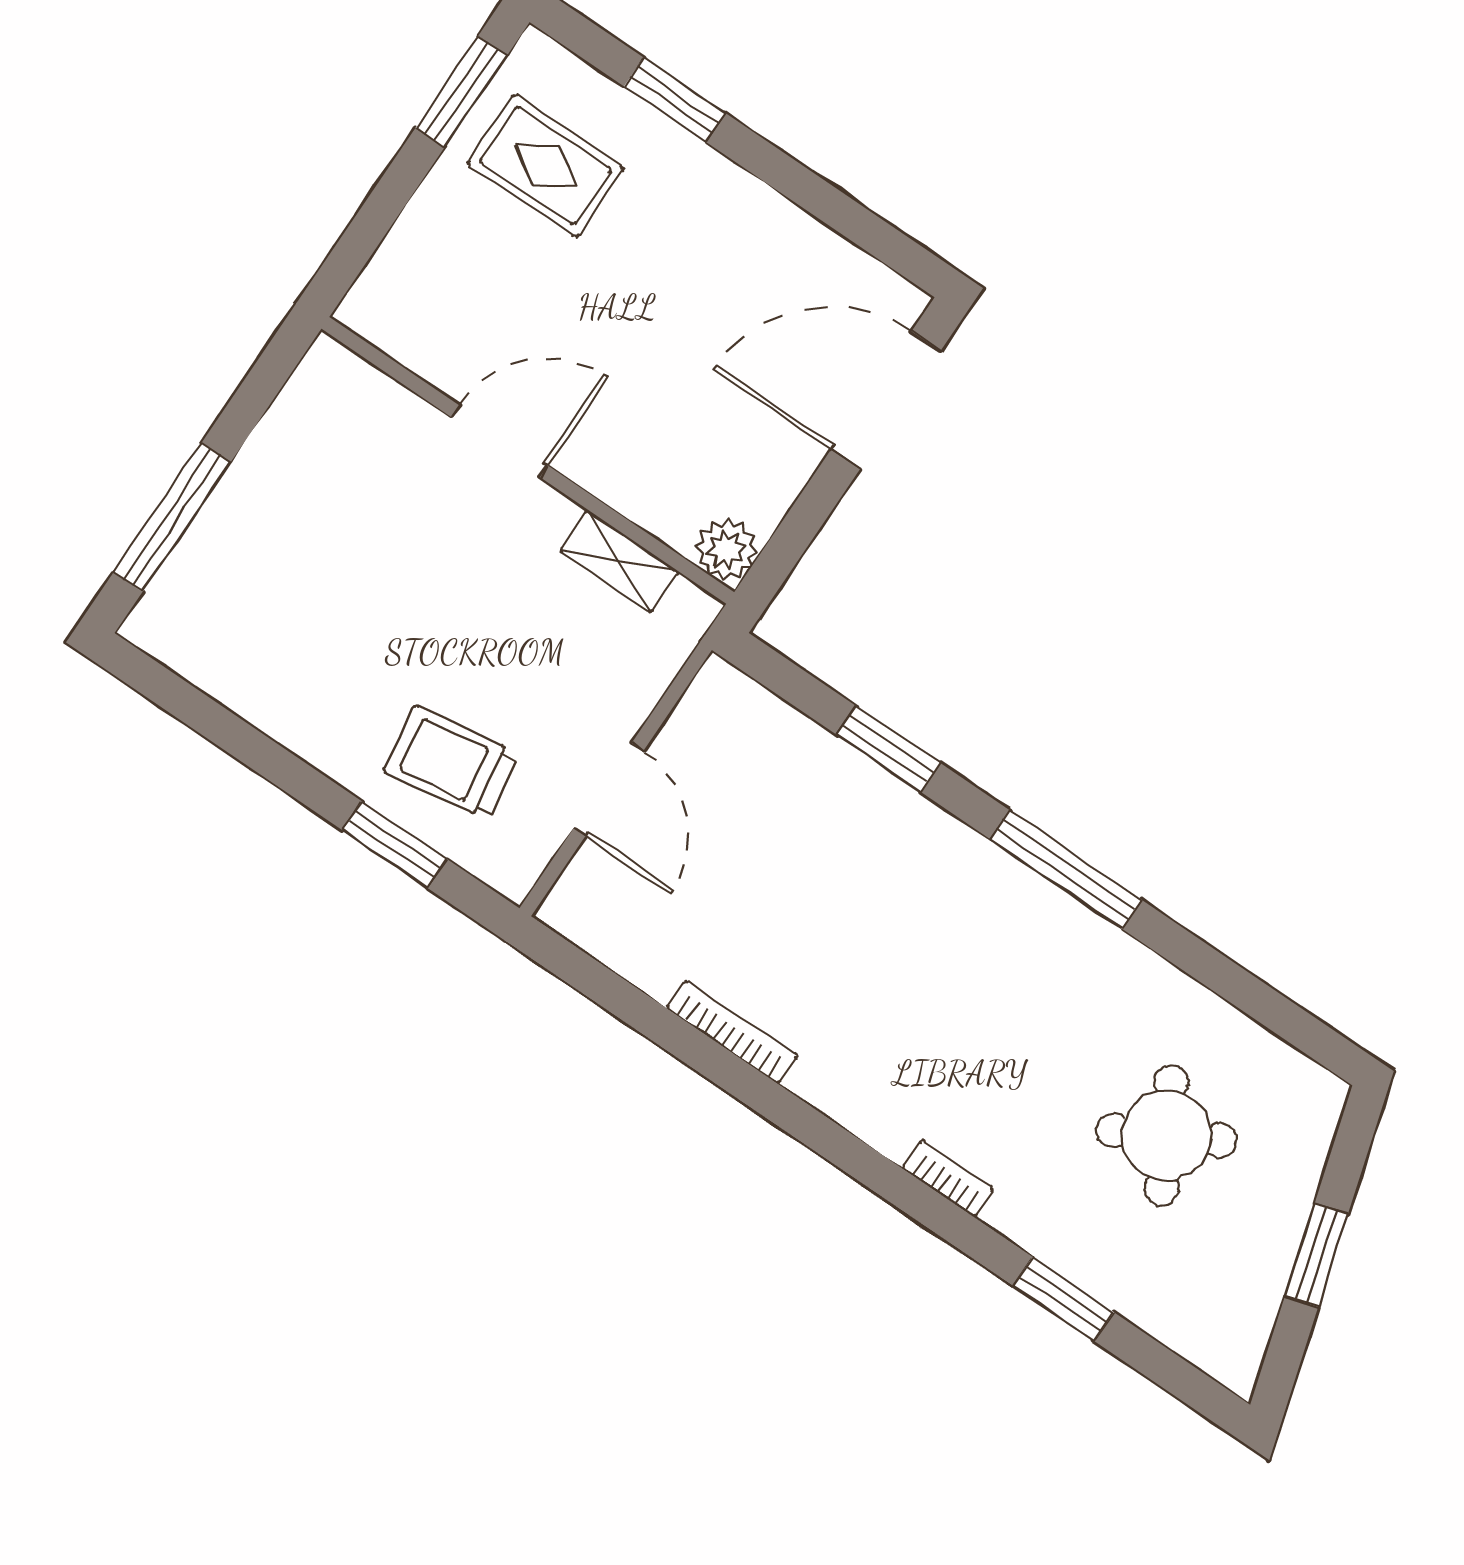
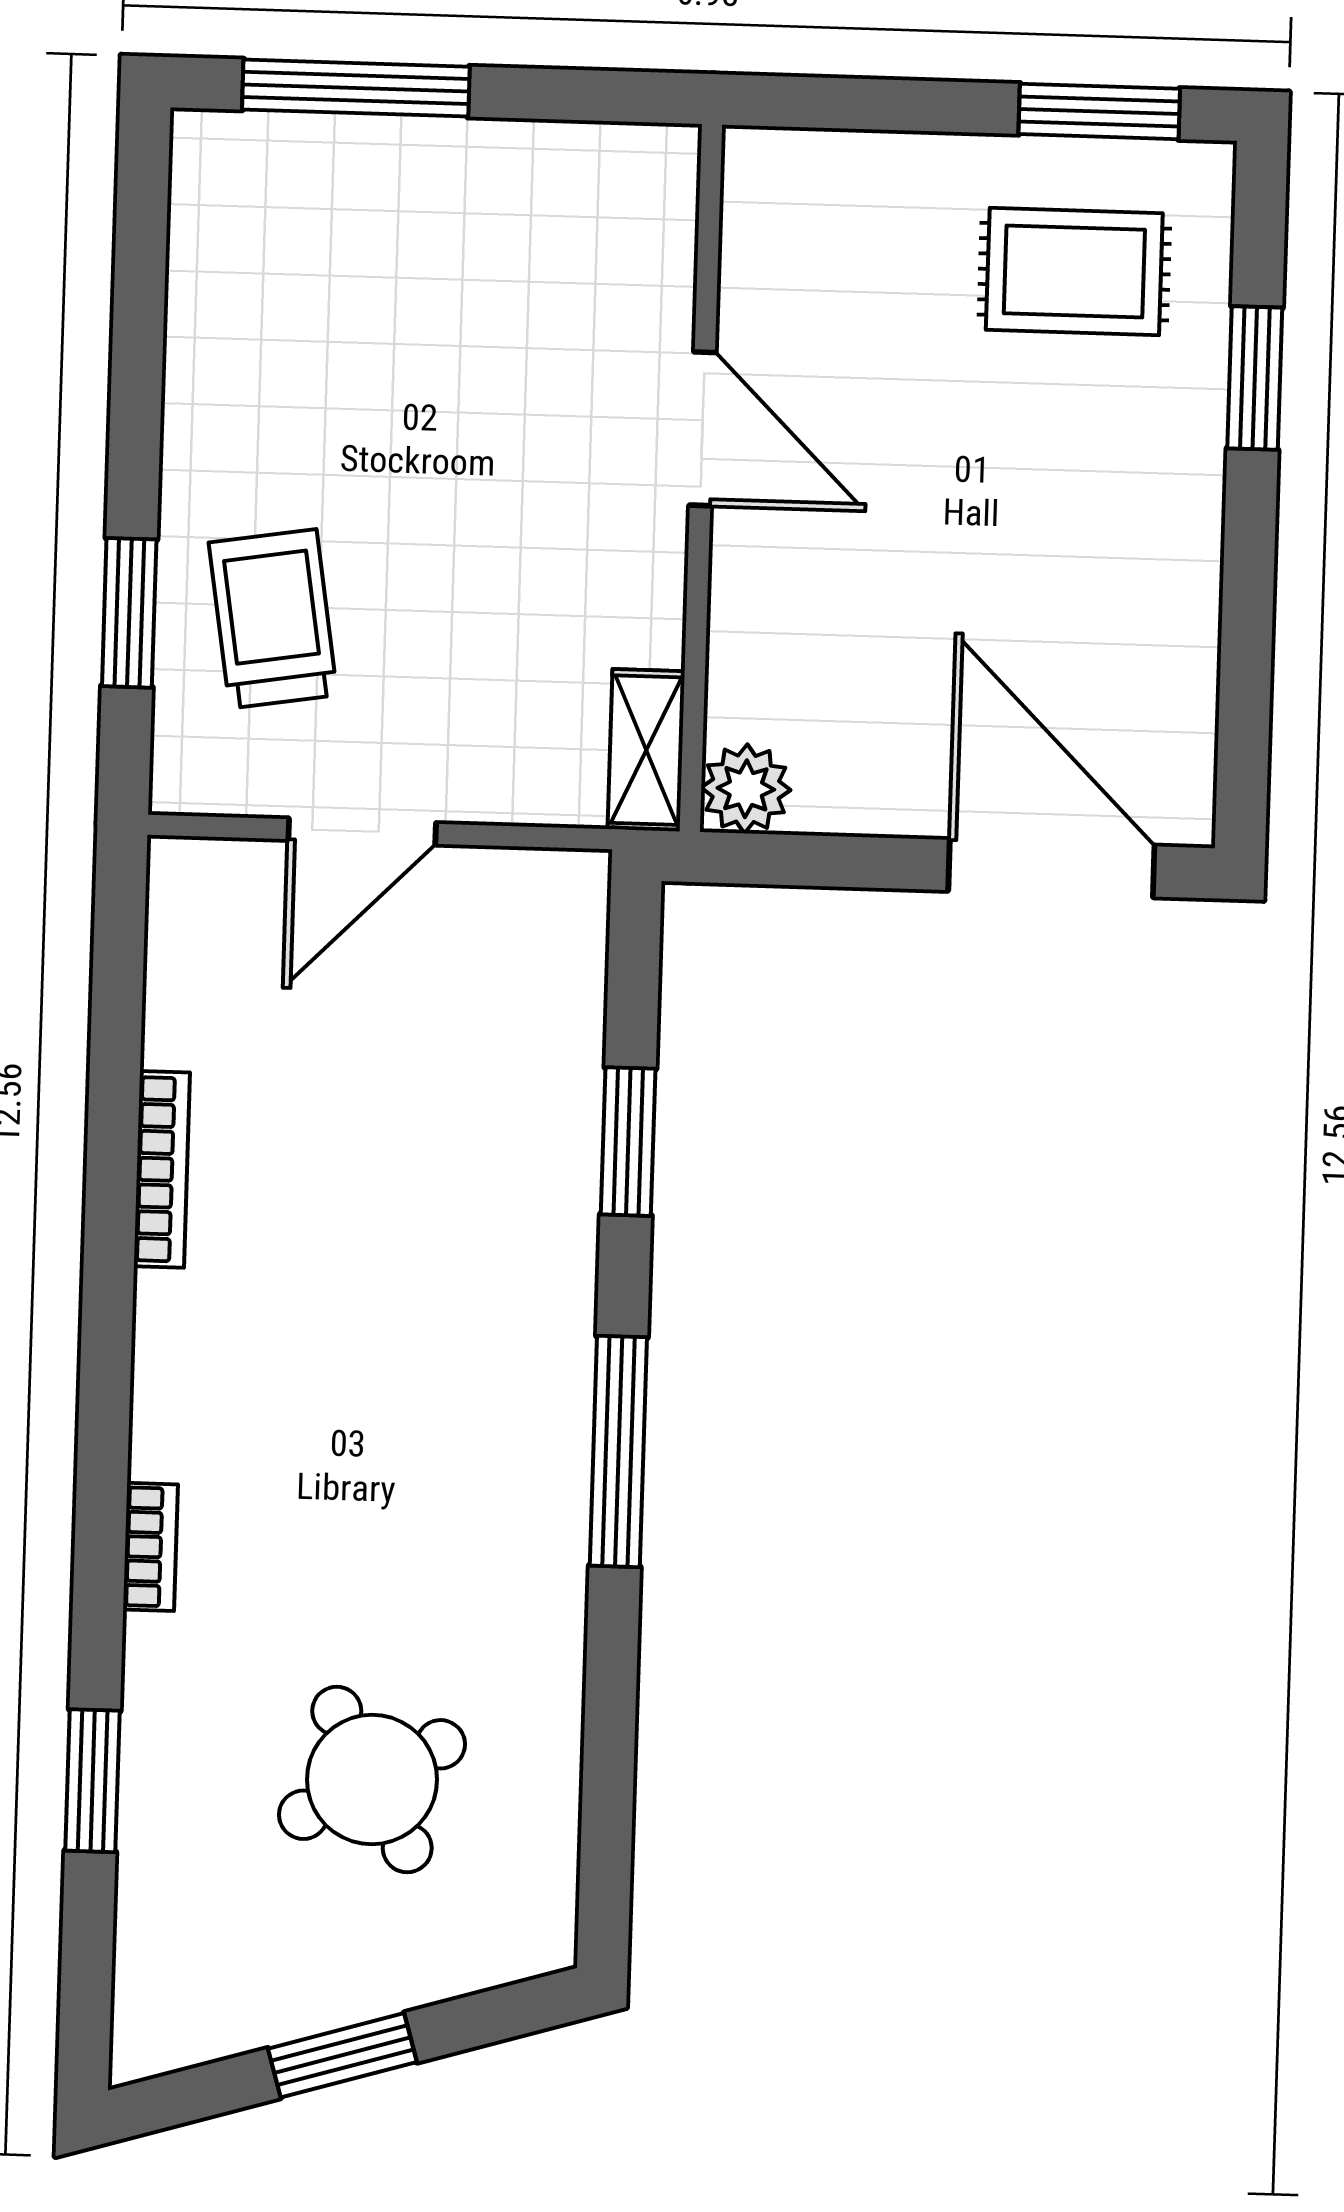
rug: (546, 166) -> (1074, 271), turned 90
shelving: (619, 561) -> (646, 750), moved

